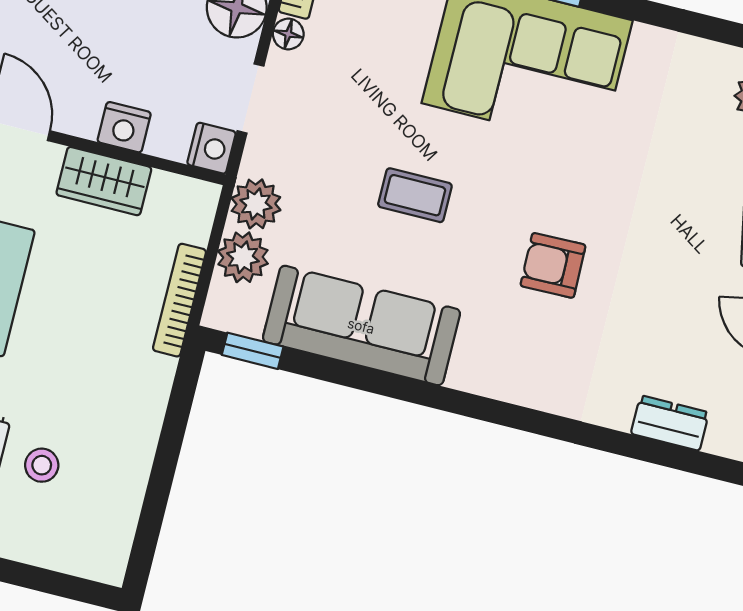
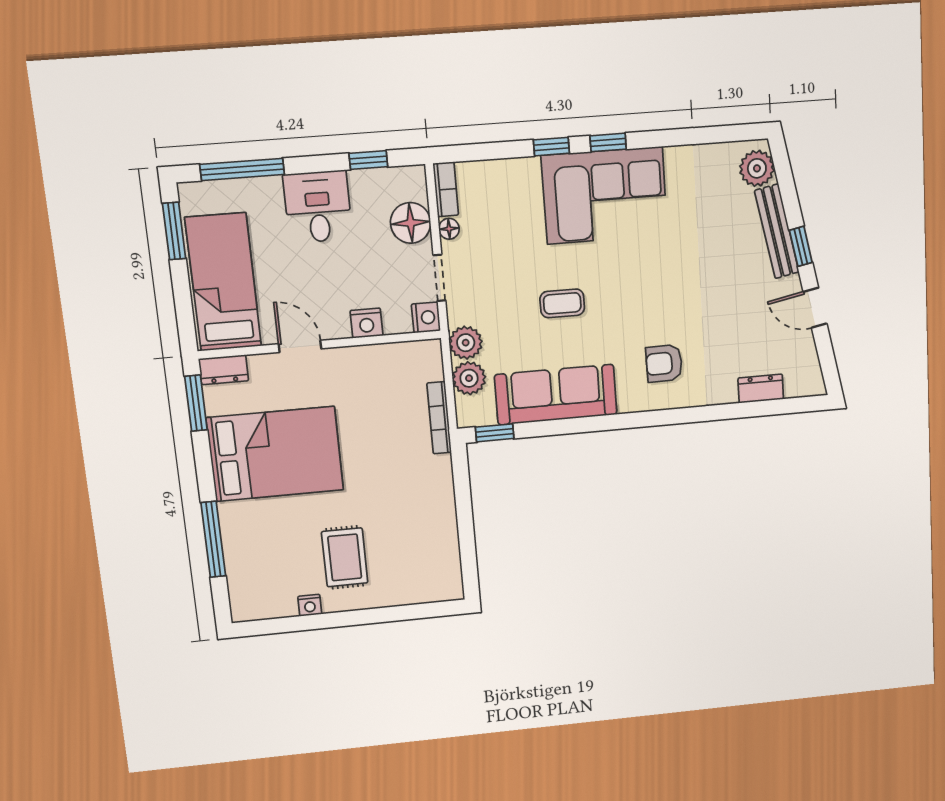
wardrobe: (104, 181) -> (366, 361), removed
armchair: (553, 265) -> (664, 363), moved
stool: (42, 465) -> (390, 545), removed

